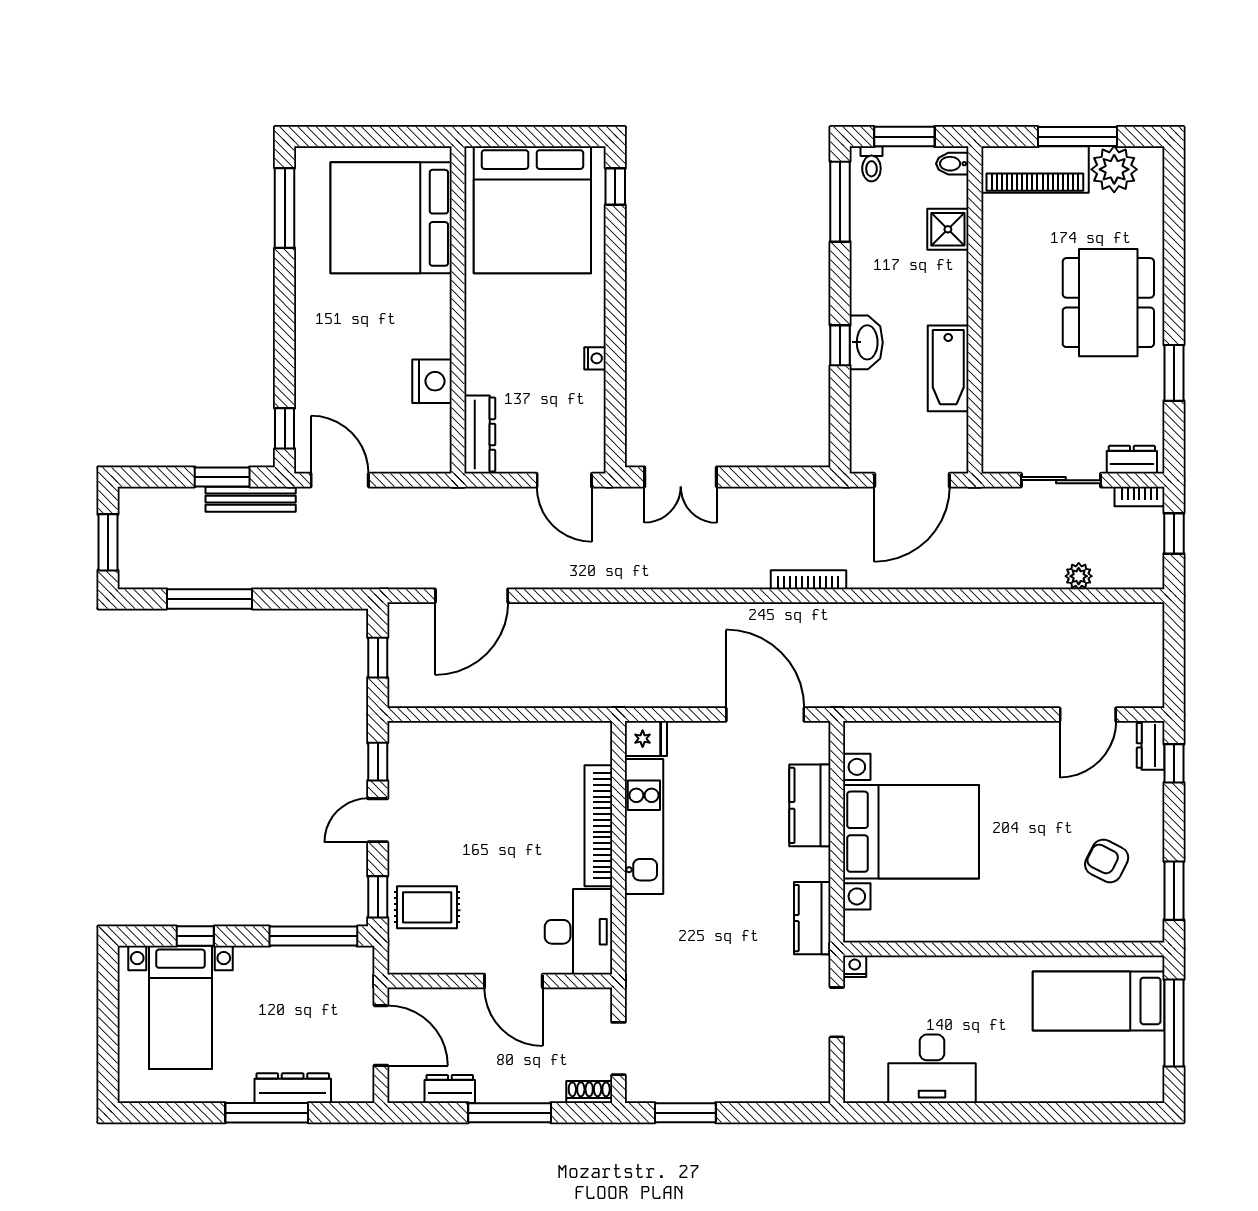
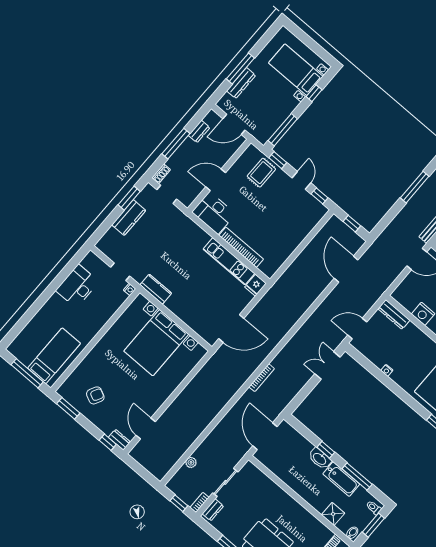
window: (840, 202) -> (357, 477), moved
bathtub: (948, 368) -> (341, 479), moved, turned 180
kitchen counter: (810, 805) -> (129, 218), moved, turned 90

